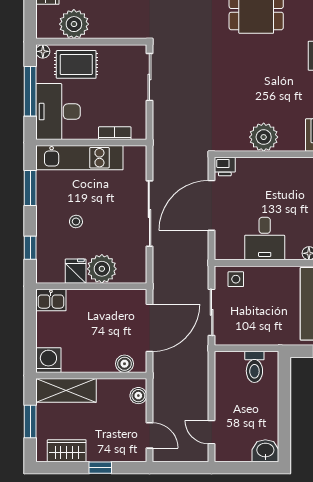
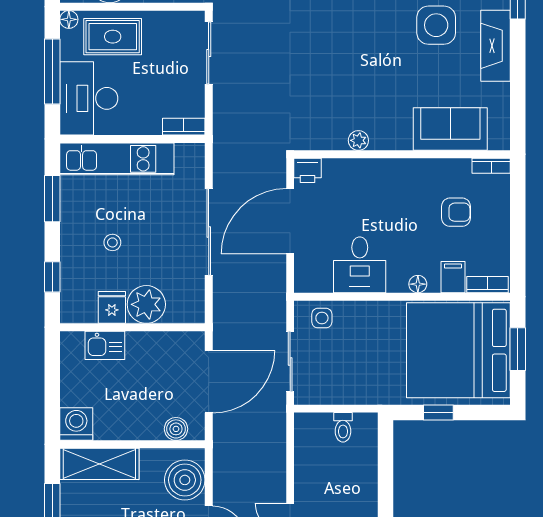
bookcase: (115, 133) -> (184, 127), moved
plant: (264, 137) -> (358, 140), width x0.53, depth x0.53
kitchen sink: (51, 300) -> (105, 345), moved
toilet: (254, 367) -> (343, 427), width x0.73, depth x0.72
boiler: (138, 396) -> (185, 480), width x1.86, depth x1.86

